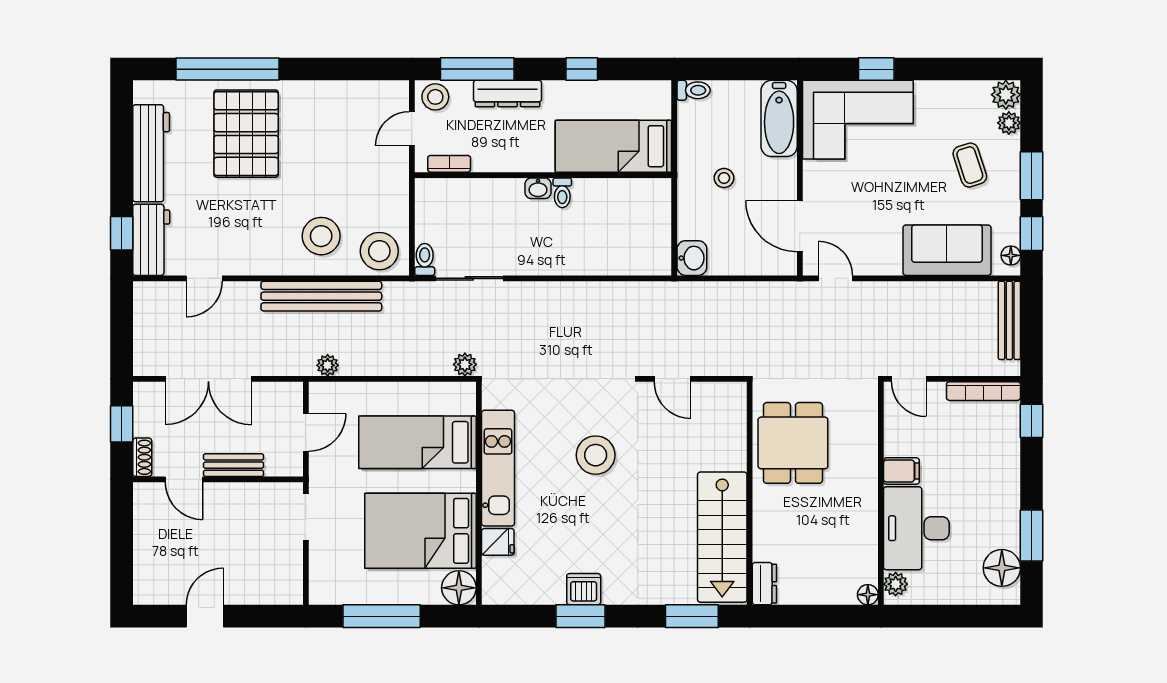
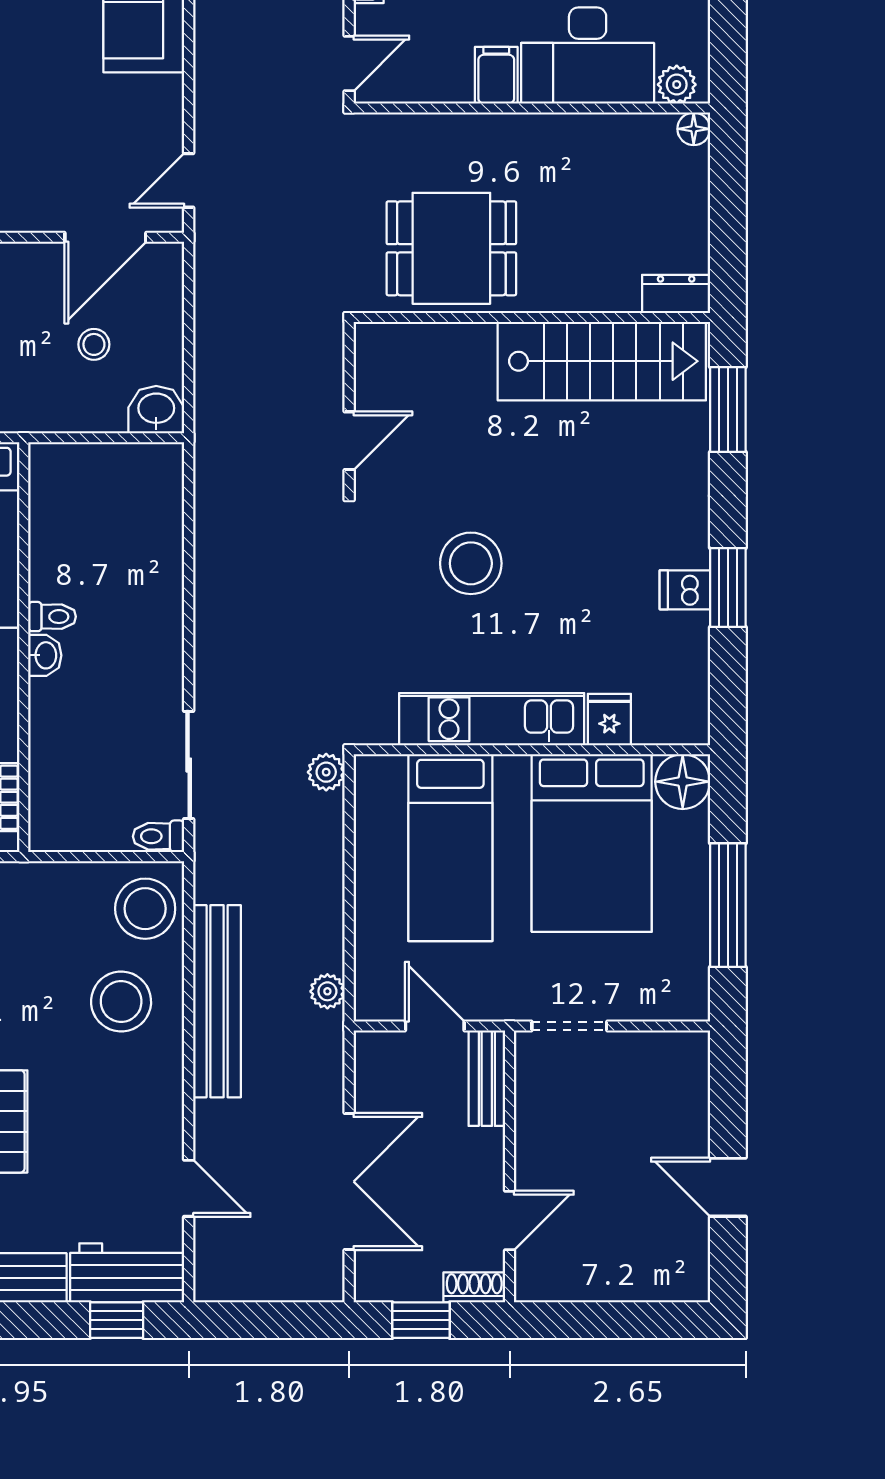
stool: (724, 178) -> (94, 344), moved
bench: (234, 465) -> (487, 1078), moved
dishwasher: (584, 589) -> (685, 590), width x0.73

